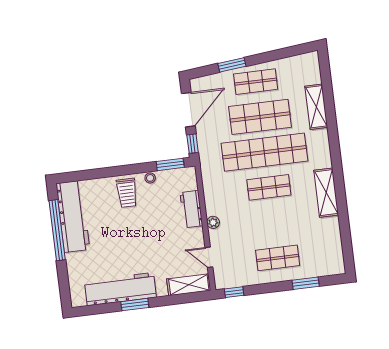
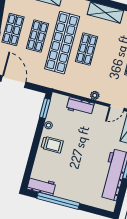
shop shelf: (260, 117) -> (37, 36), width x0.70, depth x0.74
window: (193, 144) -> (37, 88), removed
workbench: (73, 216) -> (41, 186), width x0.53, depth x0.76

